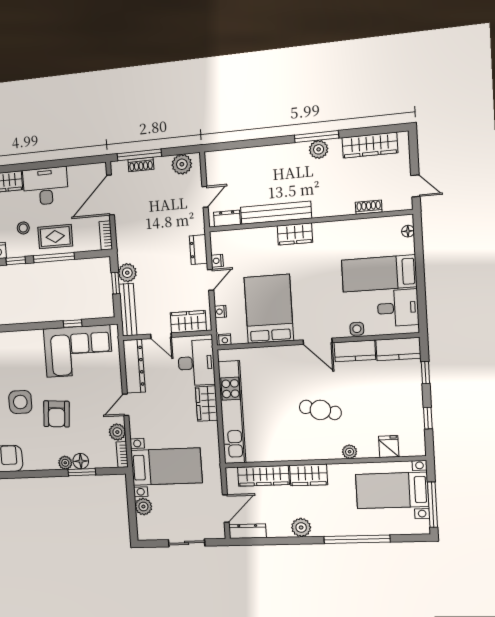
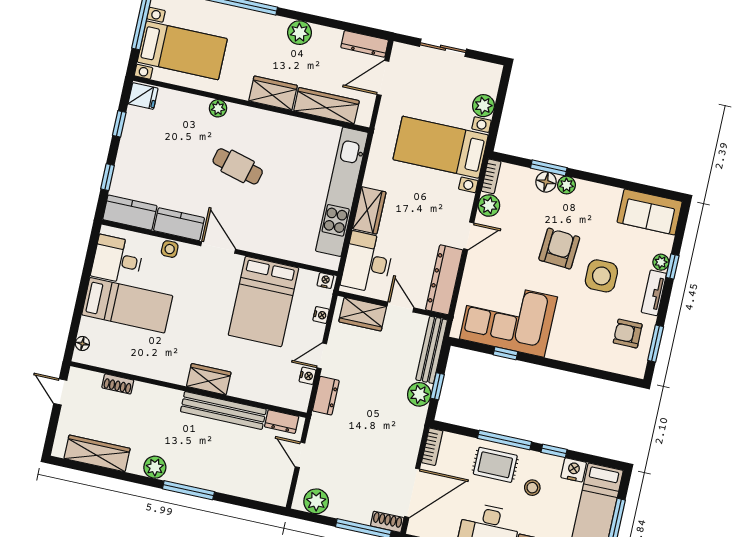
window: (317, 137) -> (188, 490), moved
shoe rack: (141, 164) -> (387, 522), moved
door: (205, 197) -> (300, 455), hinge flipped
fridge: (389, 447) -> (143, 96), moved, turned -90

